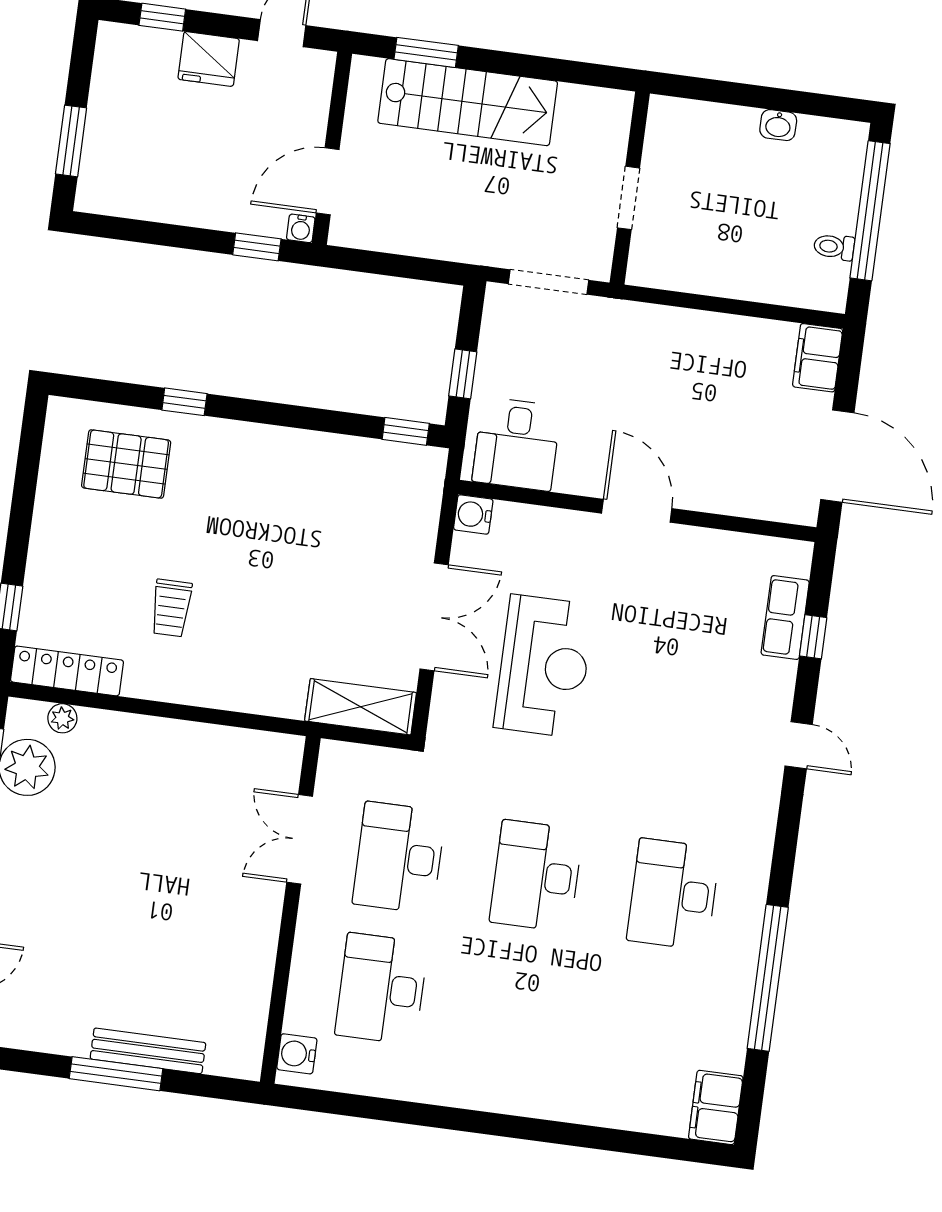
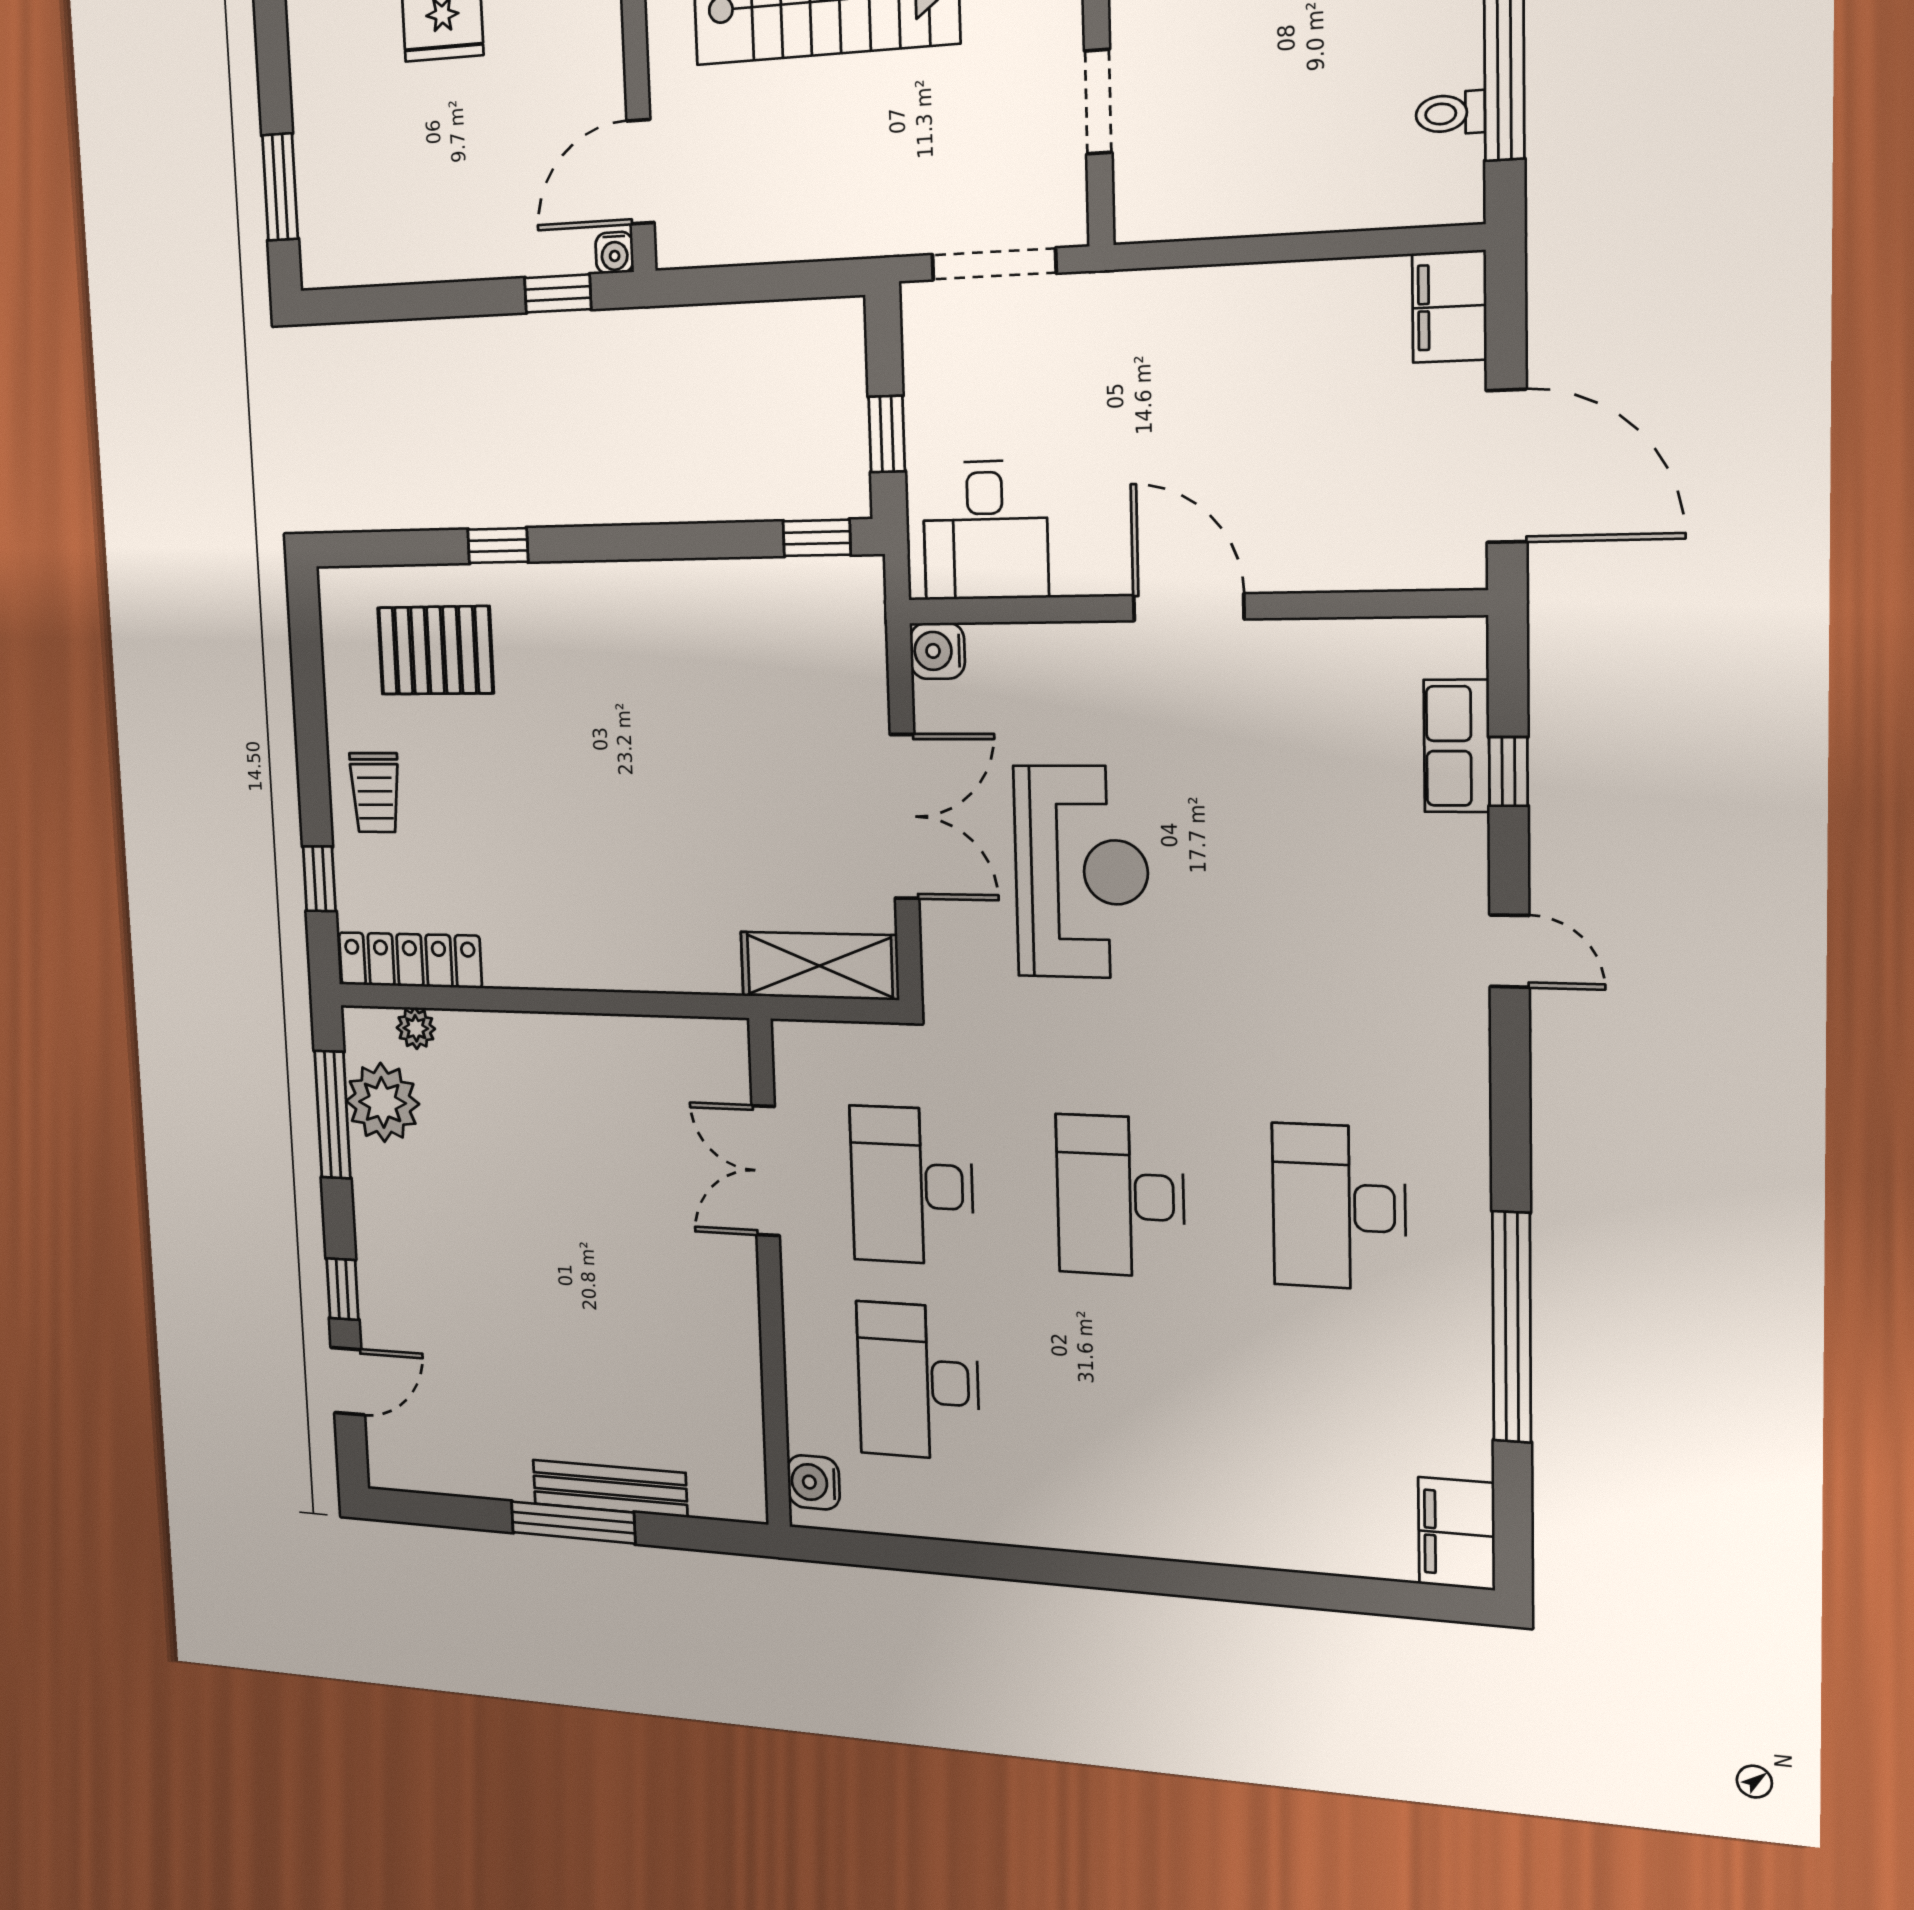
trolley: (171, 608) -> (375, 793), moved

